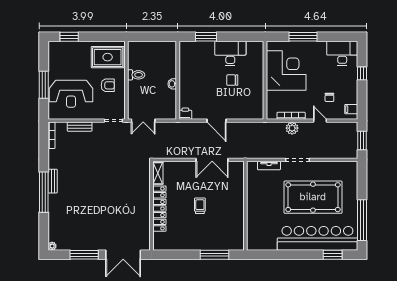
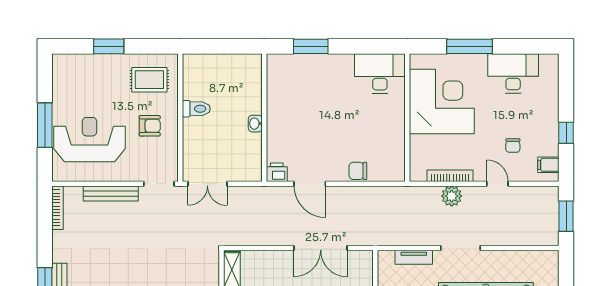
window: (69, 37) -> (109, 46), moved
desk: (230, 53) -> (380, 73), moved
desk: (342, 53) -> (513, 73), moved
rug: (108, 57) -> (149, 80), width x0.73, depth x0.70
window: (362, 73) -> (566, 133), moved
chair: (232, 80) -> (358, 171), moved
reception desk: (71, 94) -> (89, 140), turned 180
door: (216, 121) -> (310, 184), moved
bench: (80, 127) -> (111, 193), width x1.36

